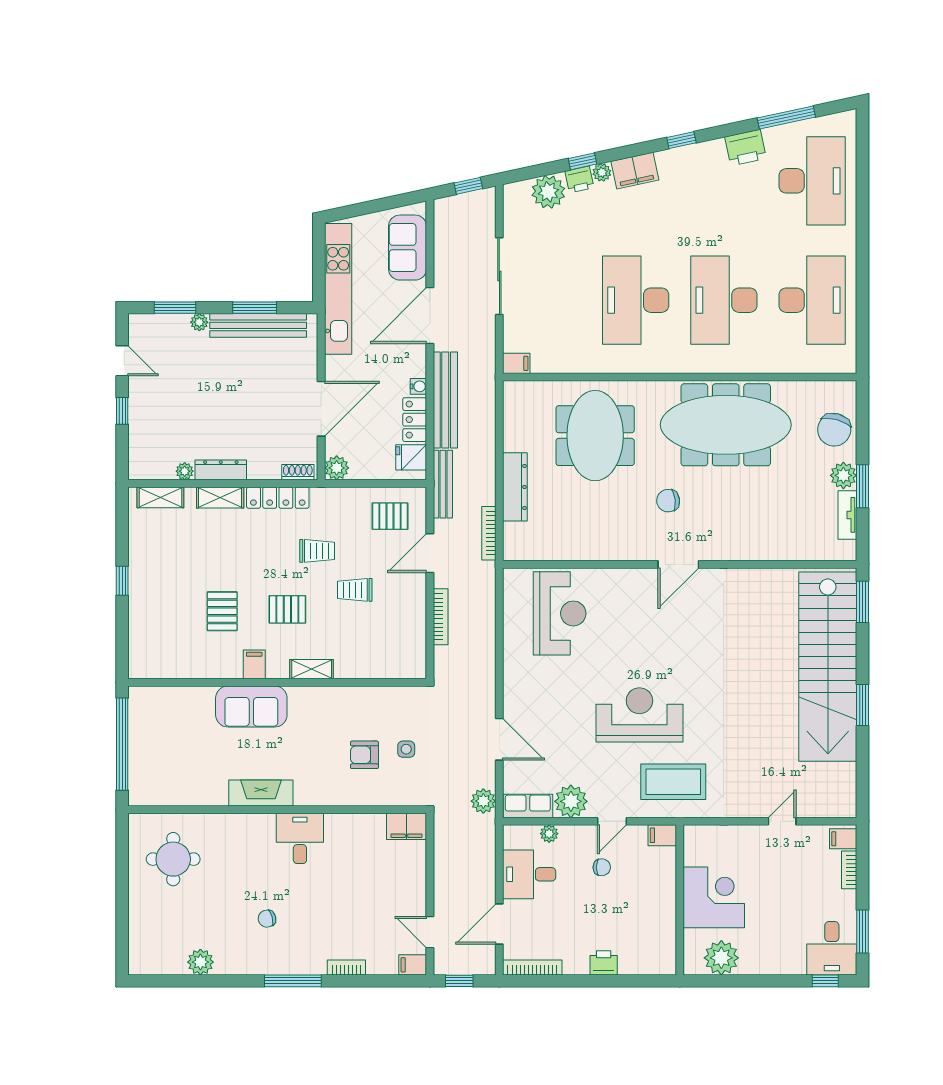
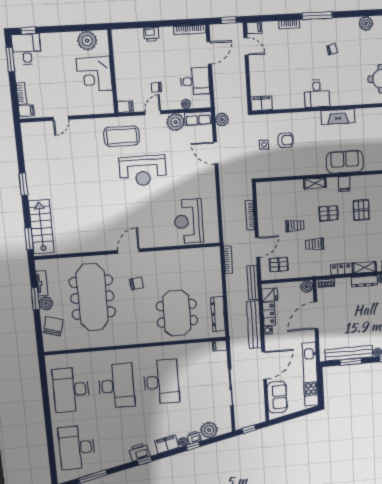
printer: (746, 148) -> (139, 452), moved
meeting table: (726, 425) -> (92, 297), moved, turned 90
dresser: (515, 487) -> (218, 314), moved
locker: (278, 498) -> (341, 269), width x0.66
stairs: (828, 667) -> (41, 227), width x0.54, depth x0.66

